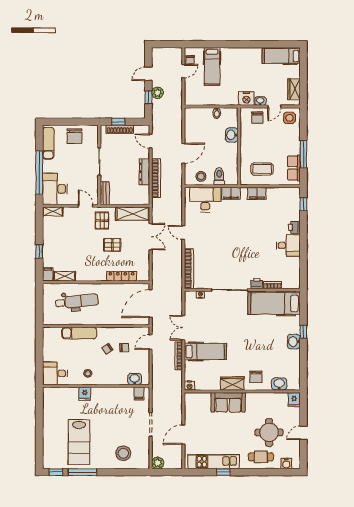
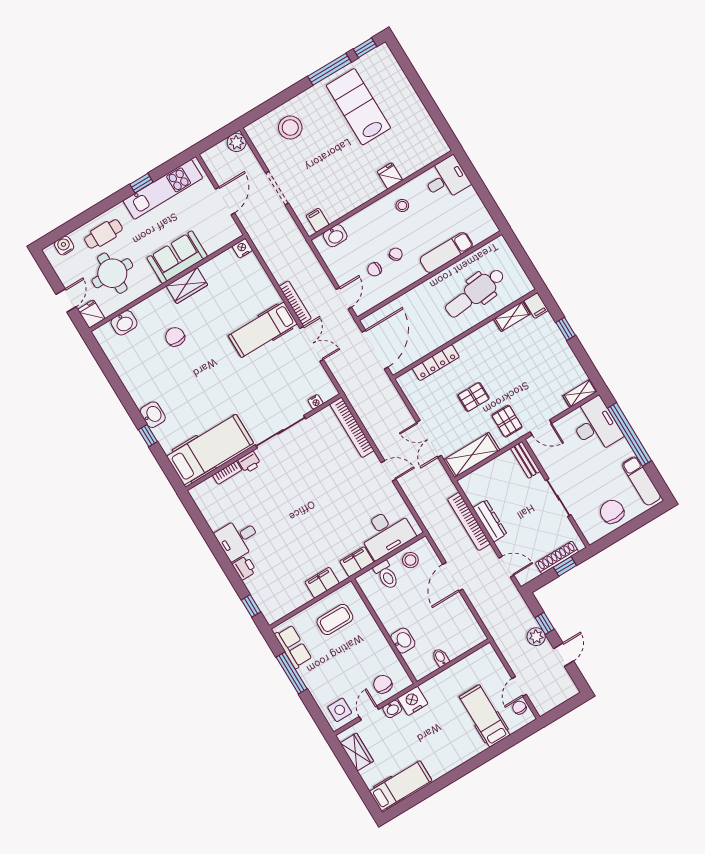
wardrobe: (232, 384) -> (187, 286), moved
washbasin: (279, 384) -> (124, 323), moved
nightstand: (190, 386) -> (242, 248), moved
wall: (242, 391) -> (167, 283), moved
fridge: (294, 400) -> (91, 314), moved
sofa: (228, 402) -> (177, 257), moved

